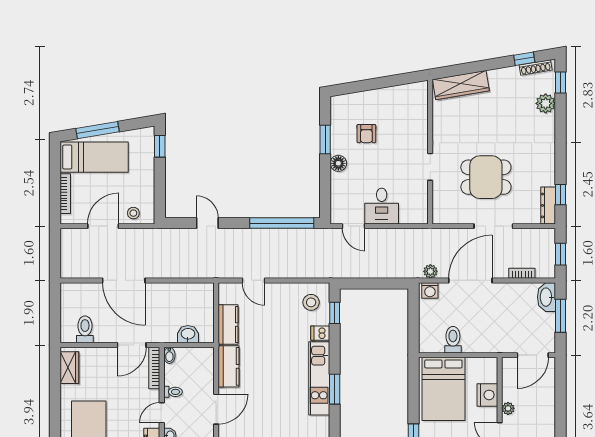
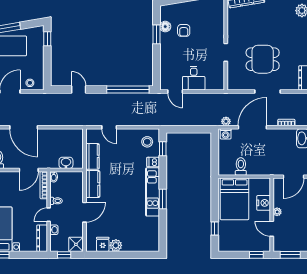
floor lamp: (338, 163) -> (165, 27), moved

